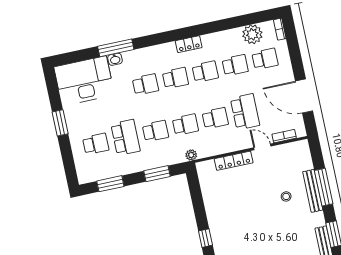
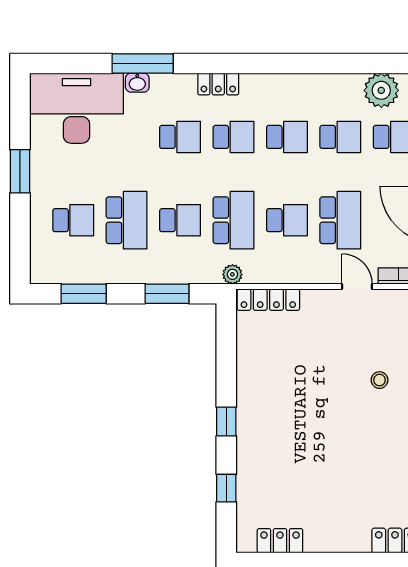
locker: (189, 44) -> (218, 84), moved
school desk: (185, 125) -> (233, 220), width x1.85
locker: (234, 161) -> (268, 300), moved

